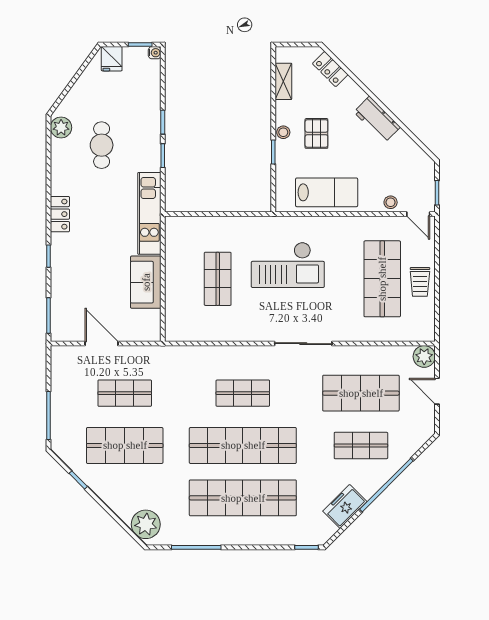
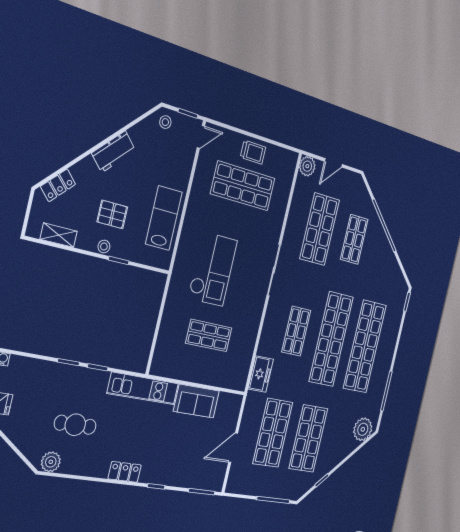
stool: (391, 202) -> (165, 122), moved
shop shelf: (125, 393) -> (273, 433), width x1.43, depth x1.36
freezer: (345, 506) -> (261, 374), moved, turned -135

